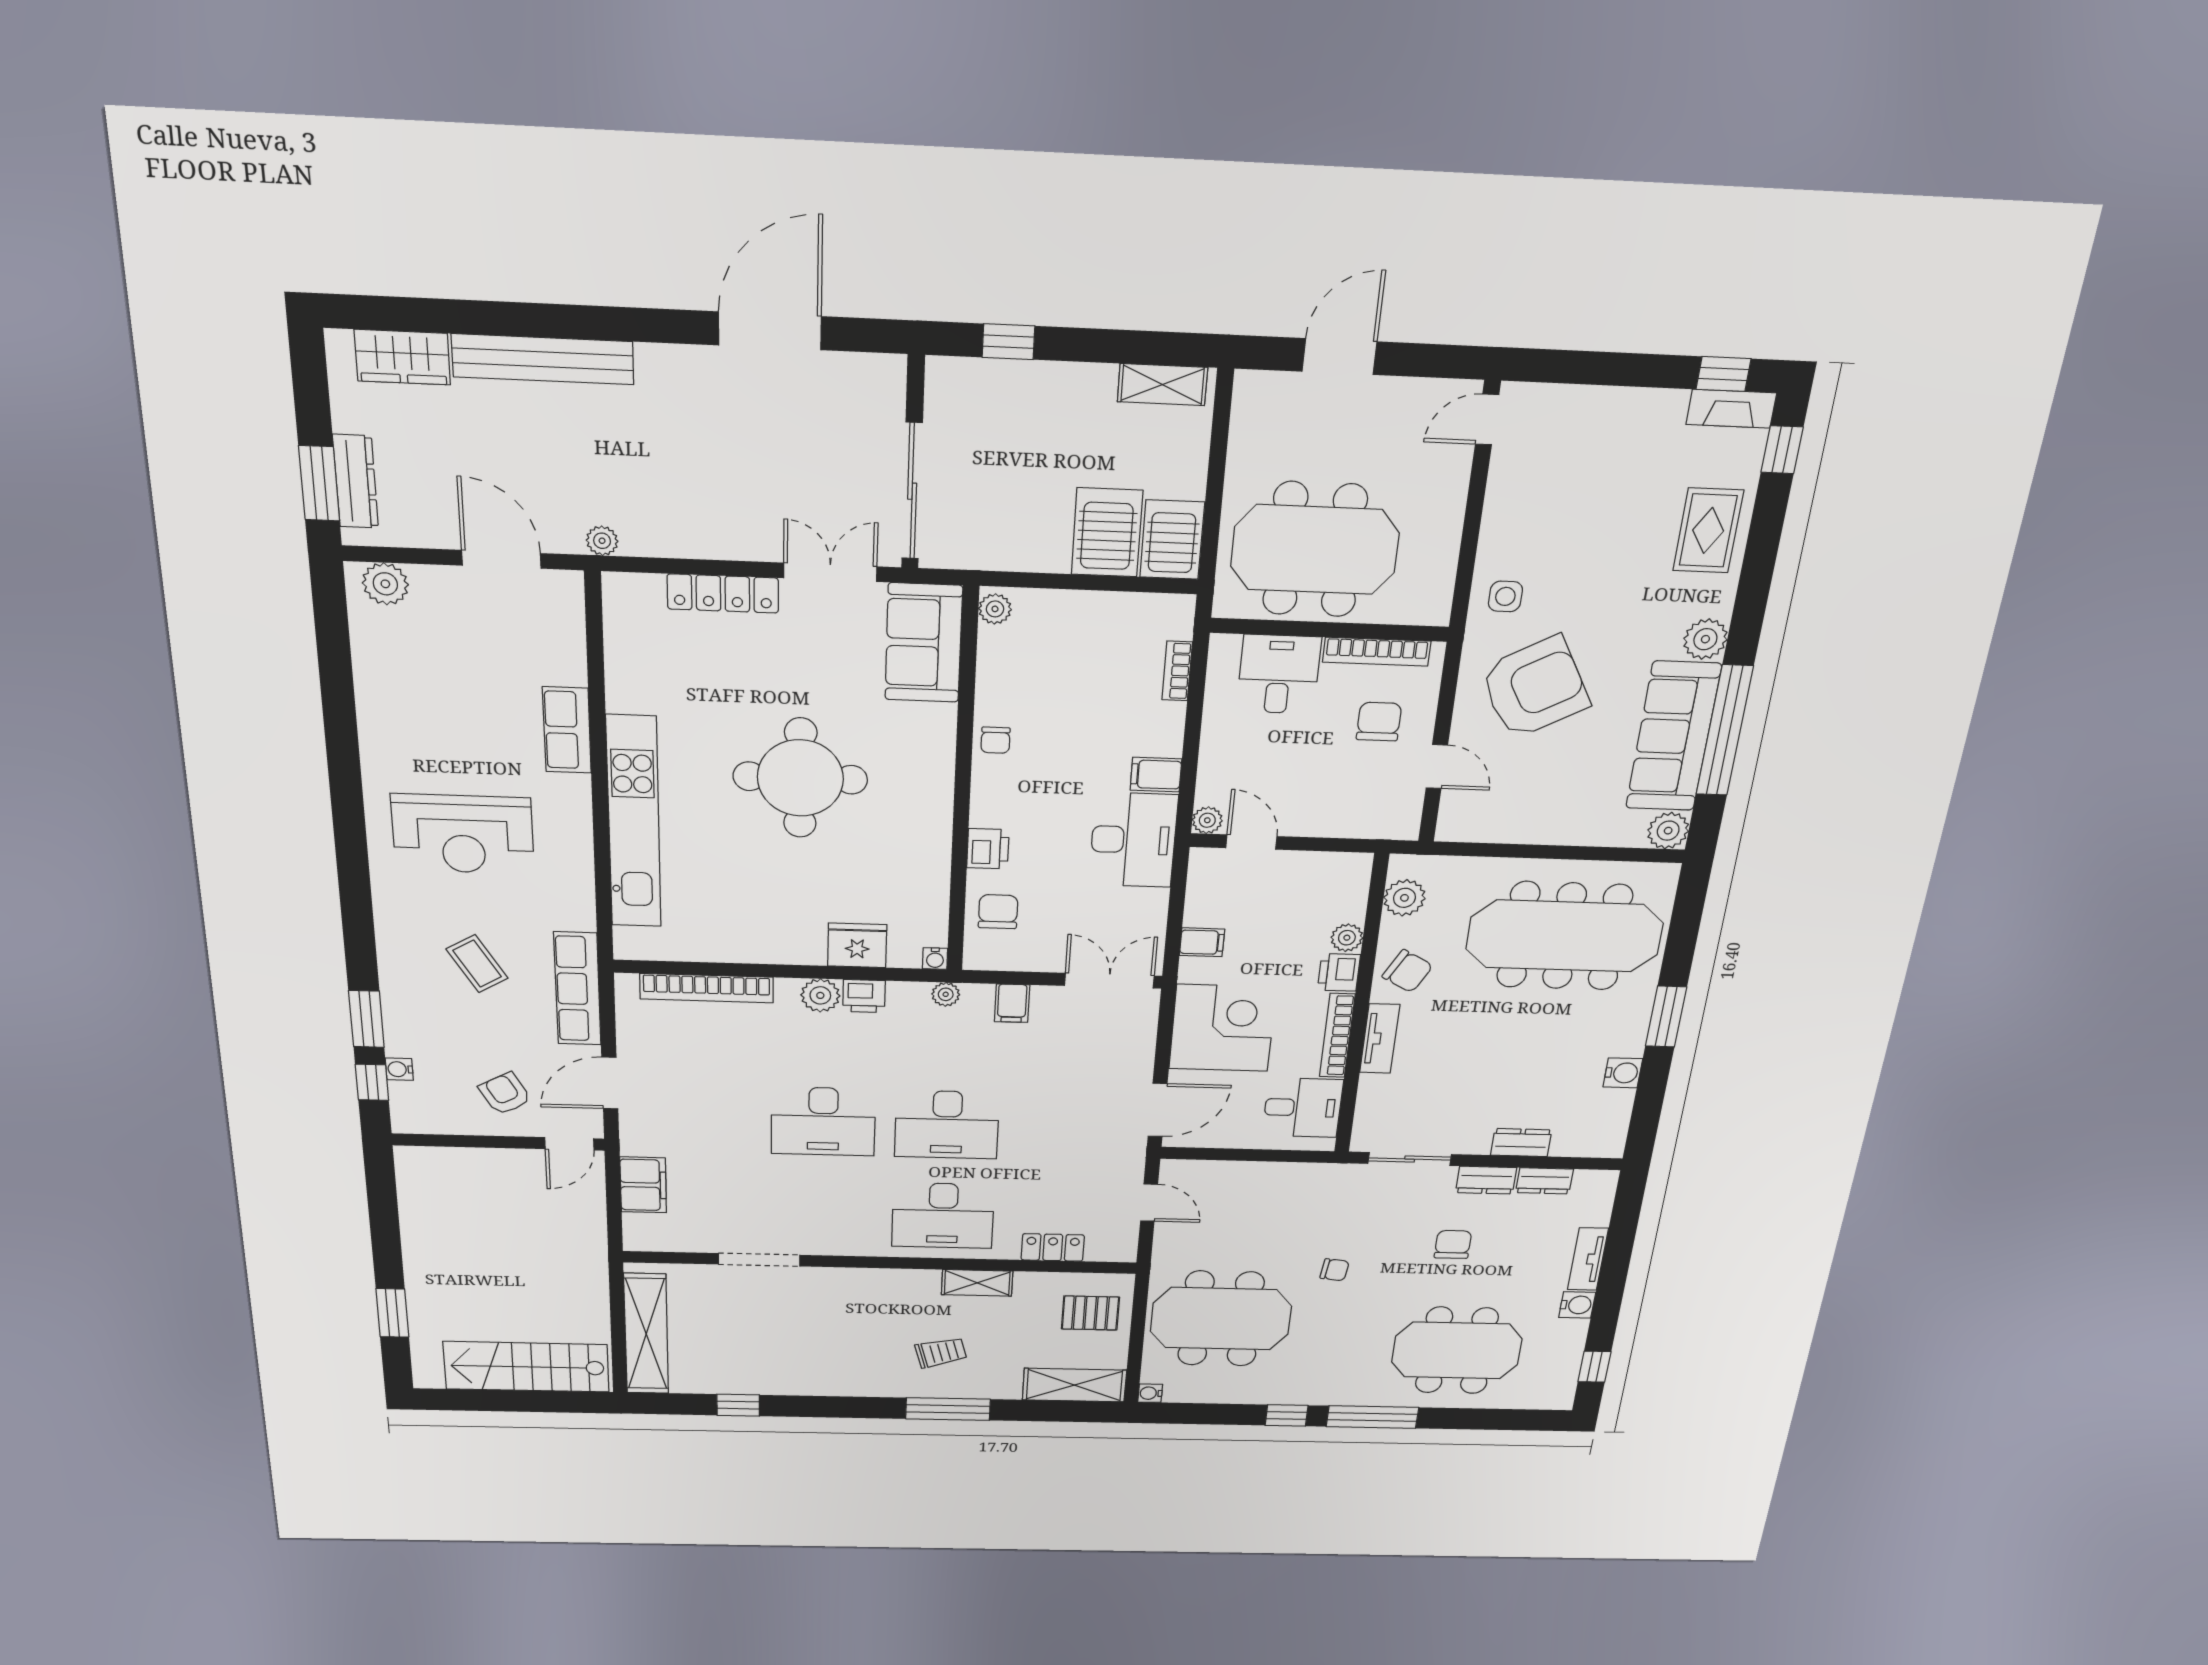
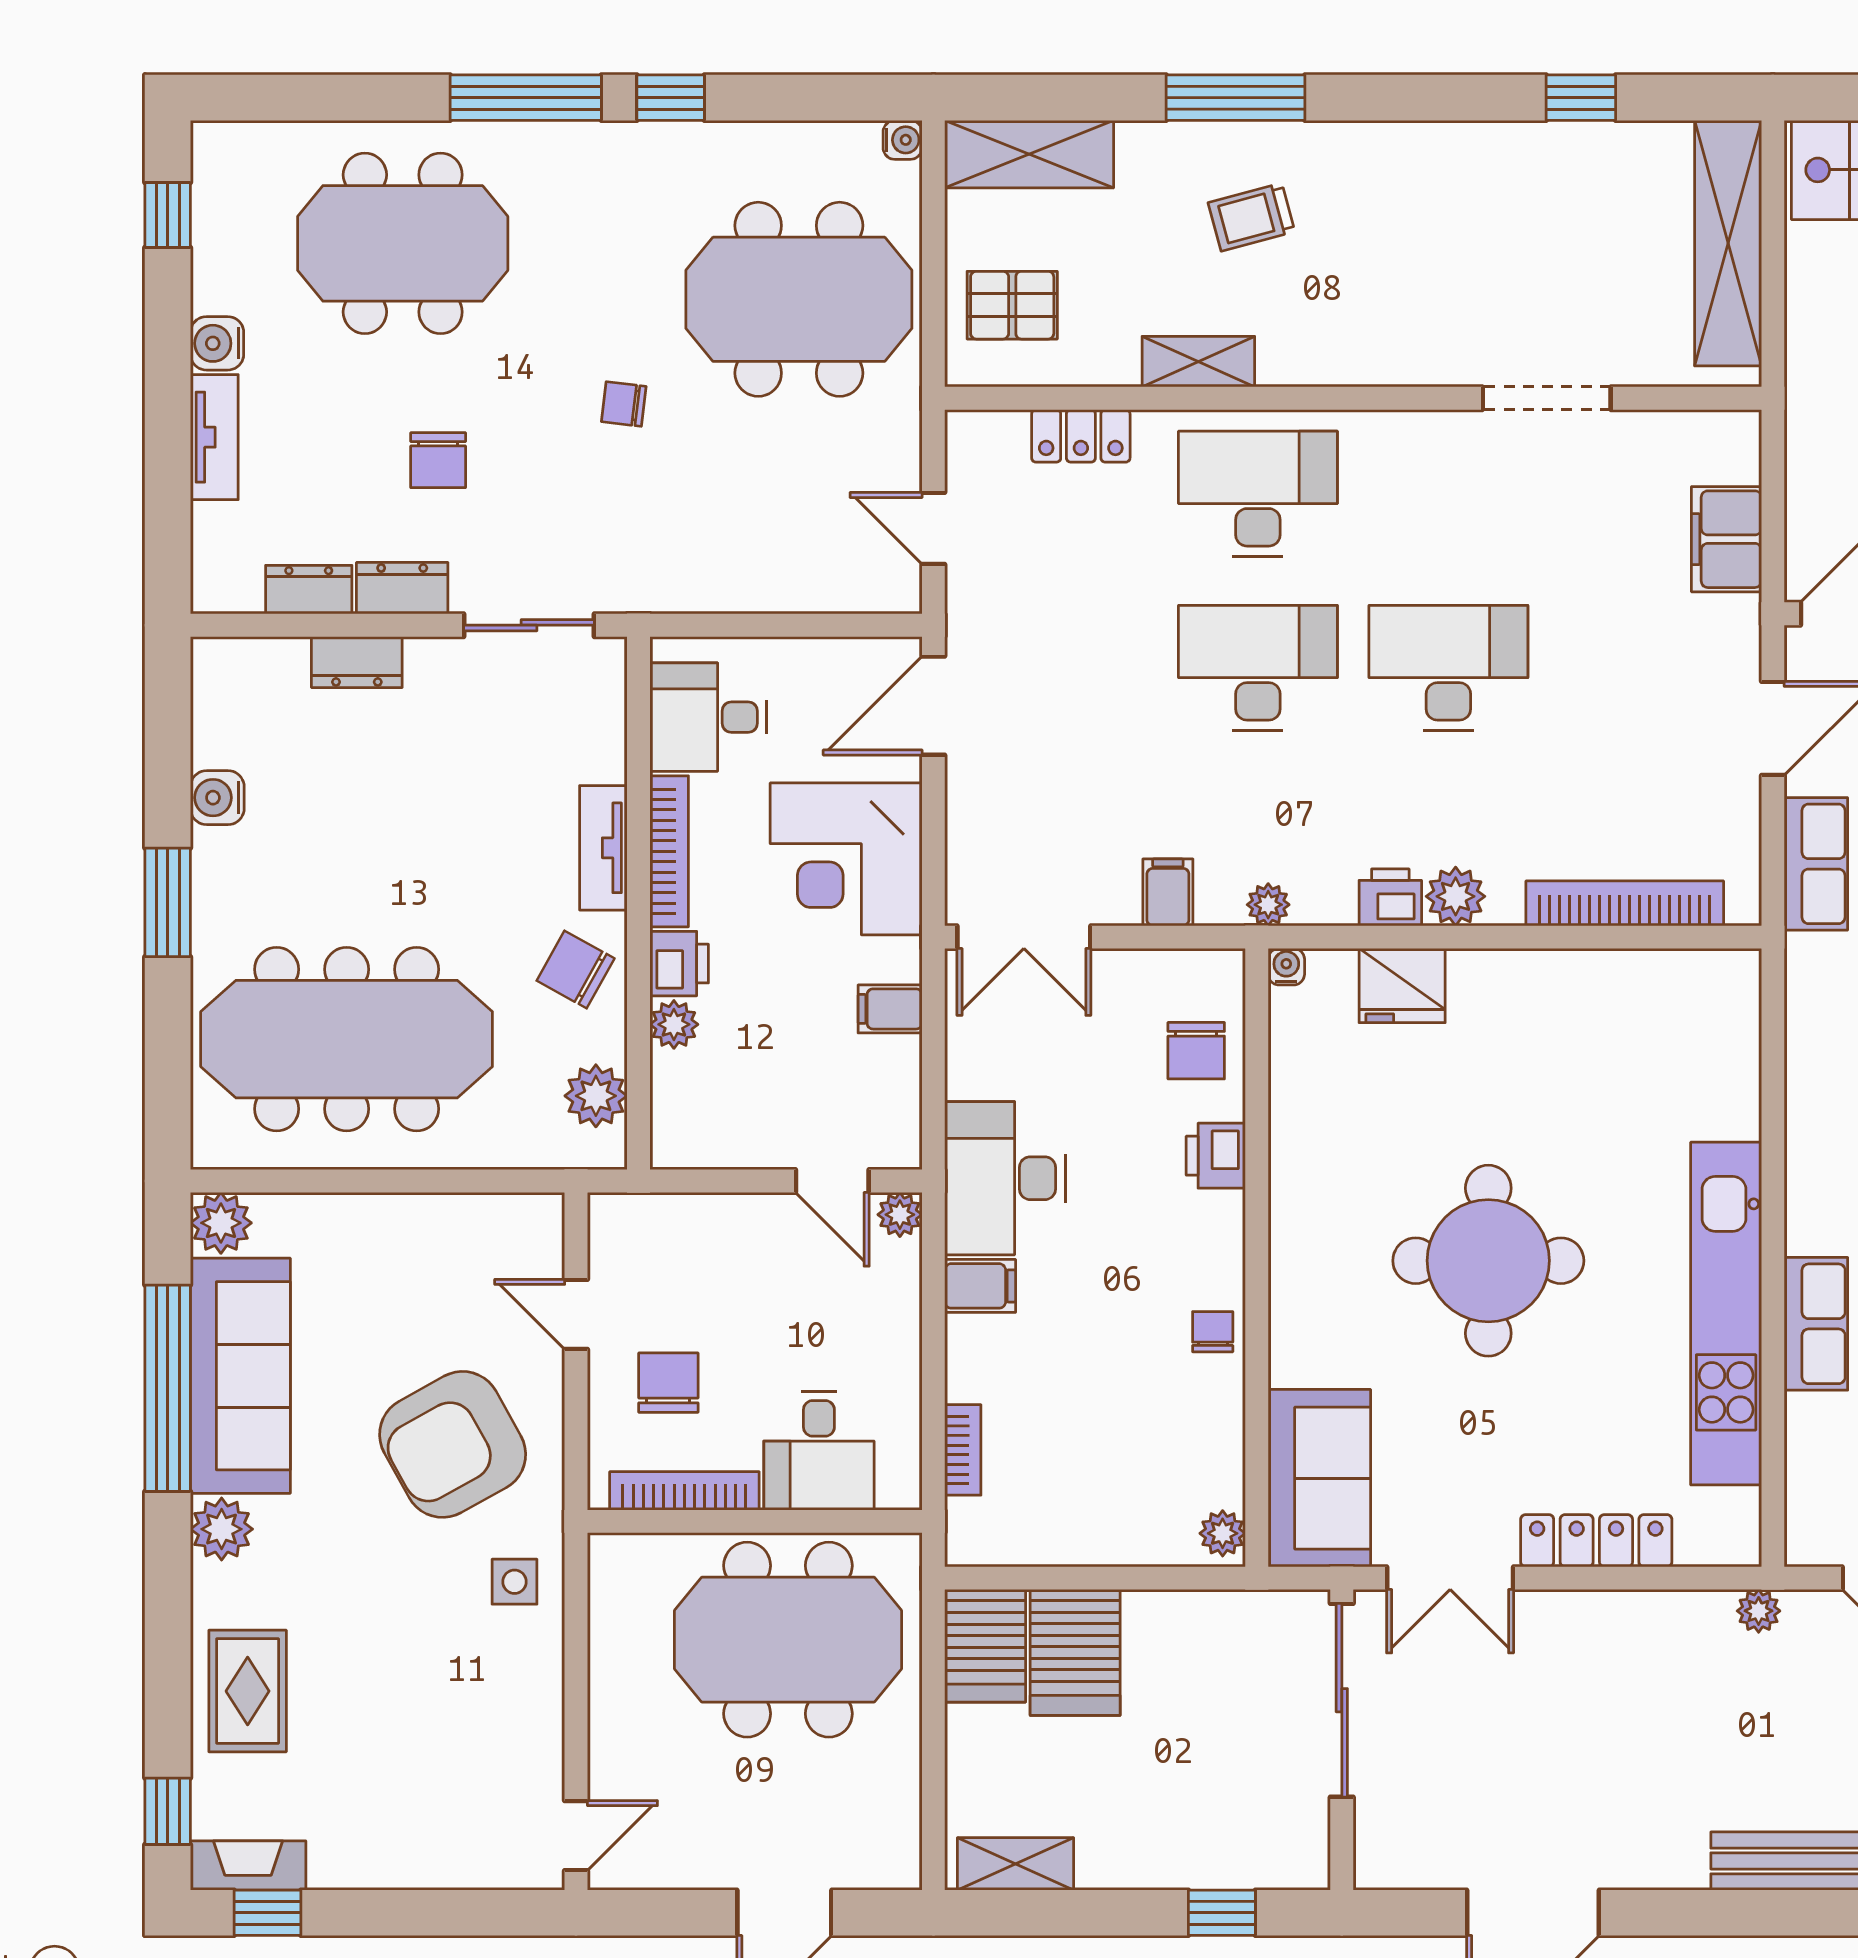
chair: (1379, 722) -> (668, 1383), turned 180
kitchen unit: (634, 823) -> (1726, 1314), moved
row of seats: (577, 989) -> (1816, 864), width x0.68

